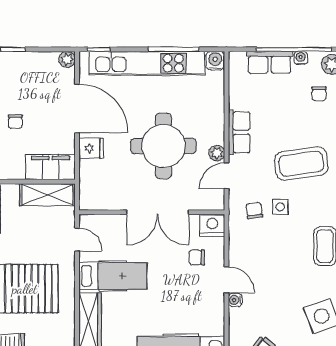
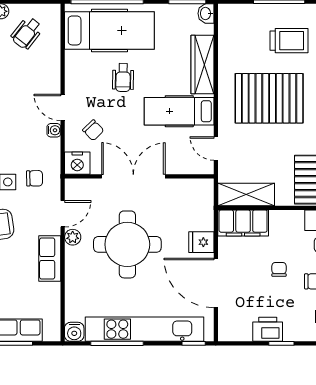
plant: (67, 59) -> (226, 333), removed
printer: (26, 63) -> (268, 329), added
chair: (254, 211) -> (35, 178), turned -84
chair: (197, 257) -> (93, 130), turned 46
water cooler: (235, 300) -> (54, 130), moved
wheelchair: (168, 309) -> (123, 78), added

